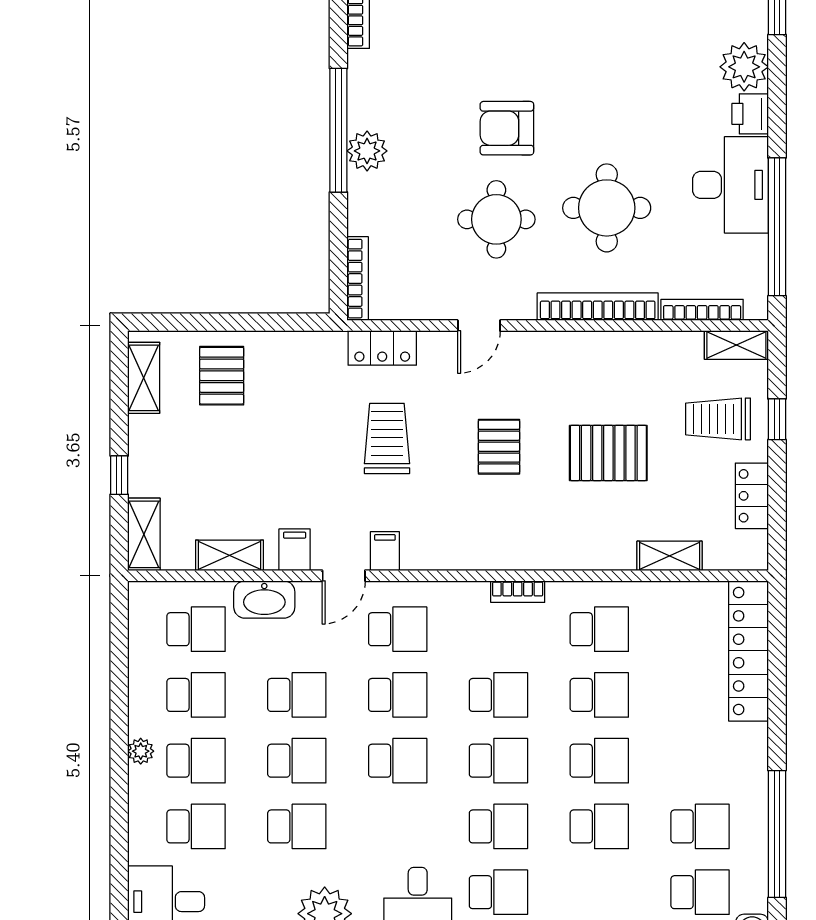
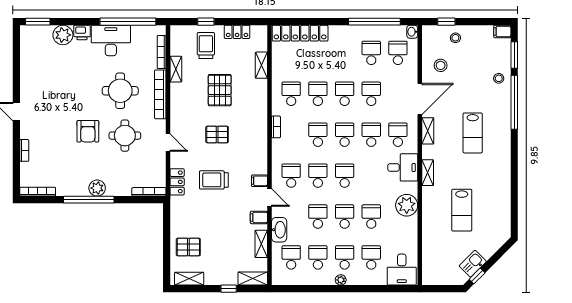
shelving: (736, 345) -> (176, 69), moved
trolley: (718, 419) -> (206, 46), turned 180

